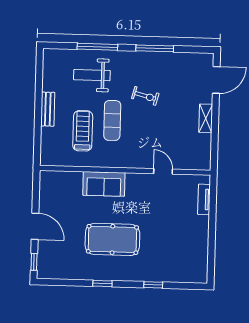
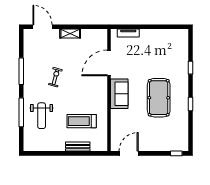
bench: (48, 109) -> (78, 147), moved
exercise mat: (112, 120) -> (74, 100), removed
door: (163, 171) -> (109, 63), width x1.88
sofa: (104, 184) -> (119, 94), moved
door: (35, 226) -> (129, 153), moved

